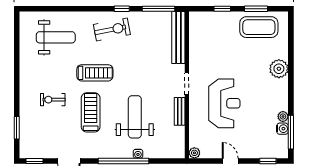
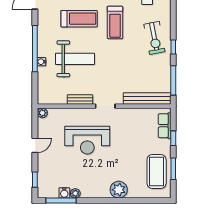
row of seats: (208, 18) -> (165, 126), added

